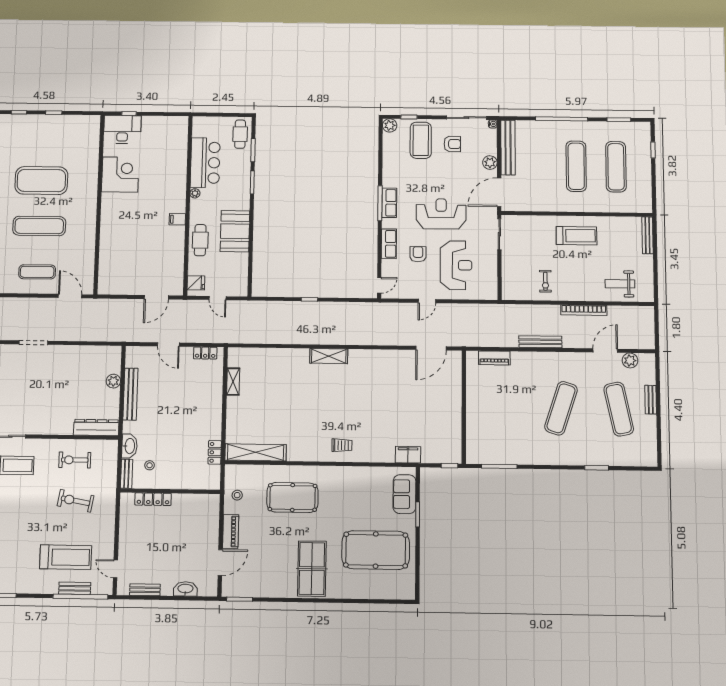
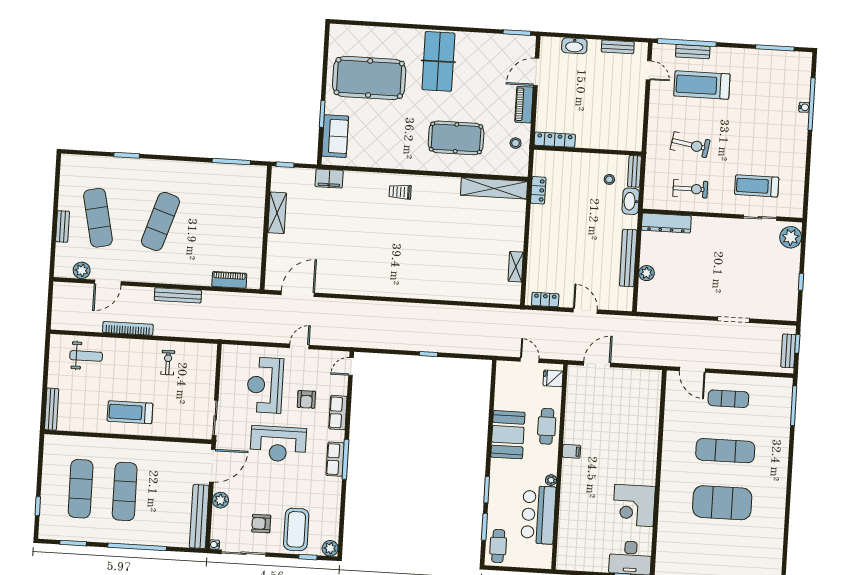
shelving: (329, 356) -> (277, 213), moved, turned 90
locker: (153, 499) -> (555, 140), moved

